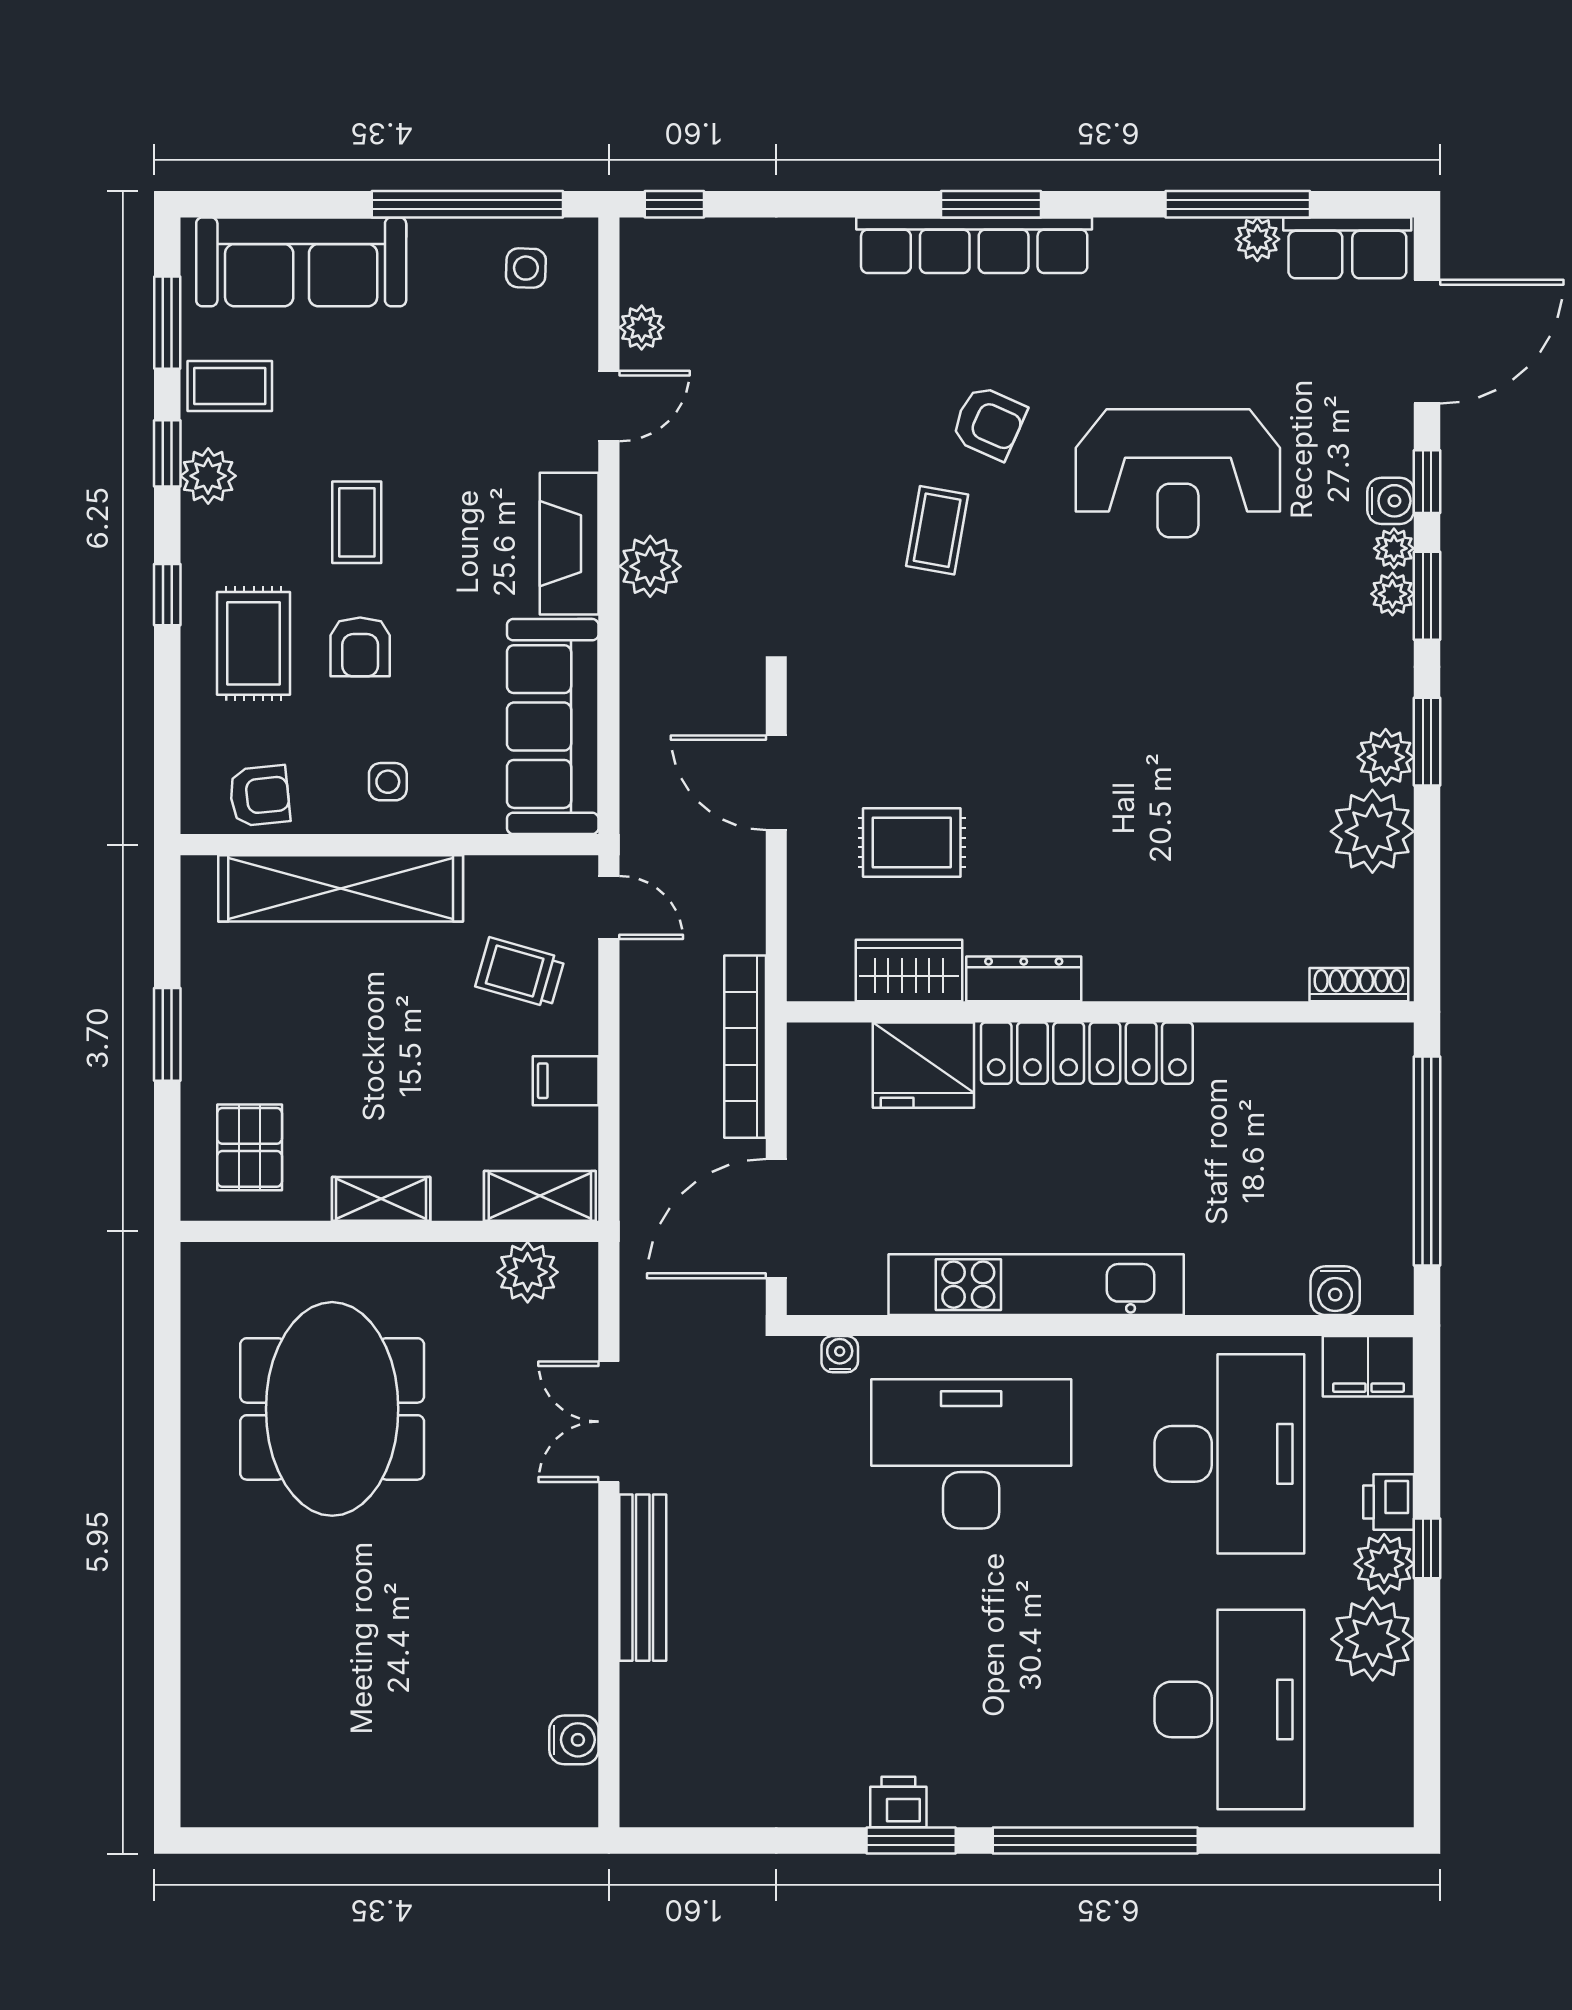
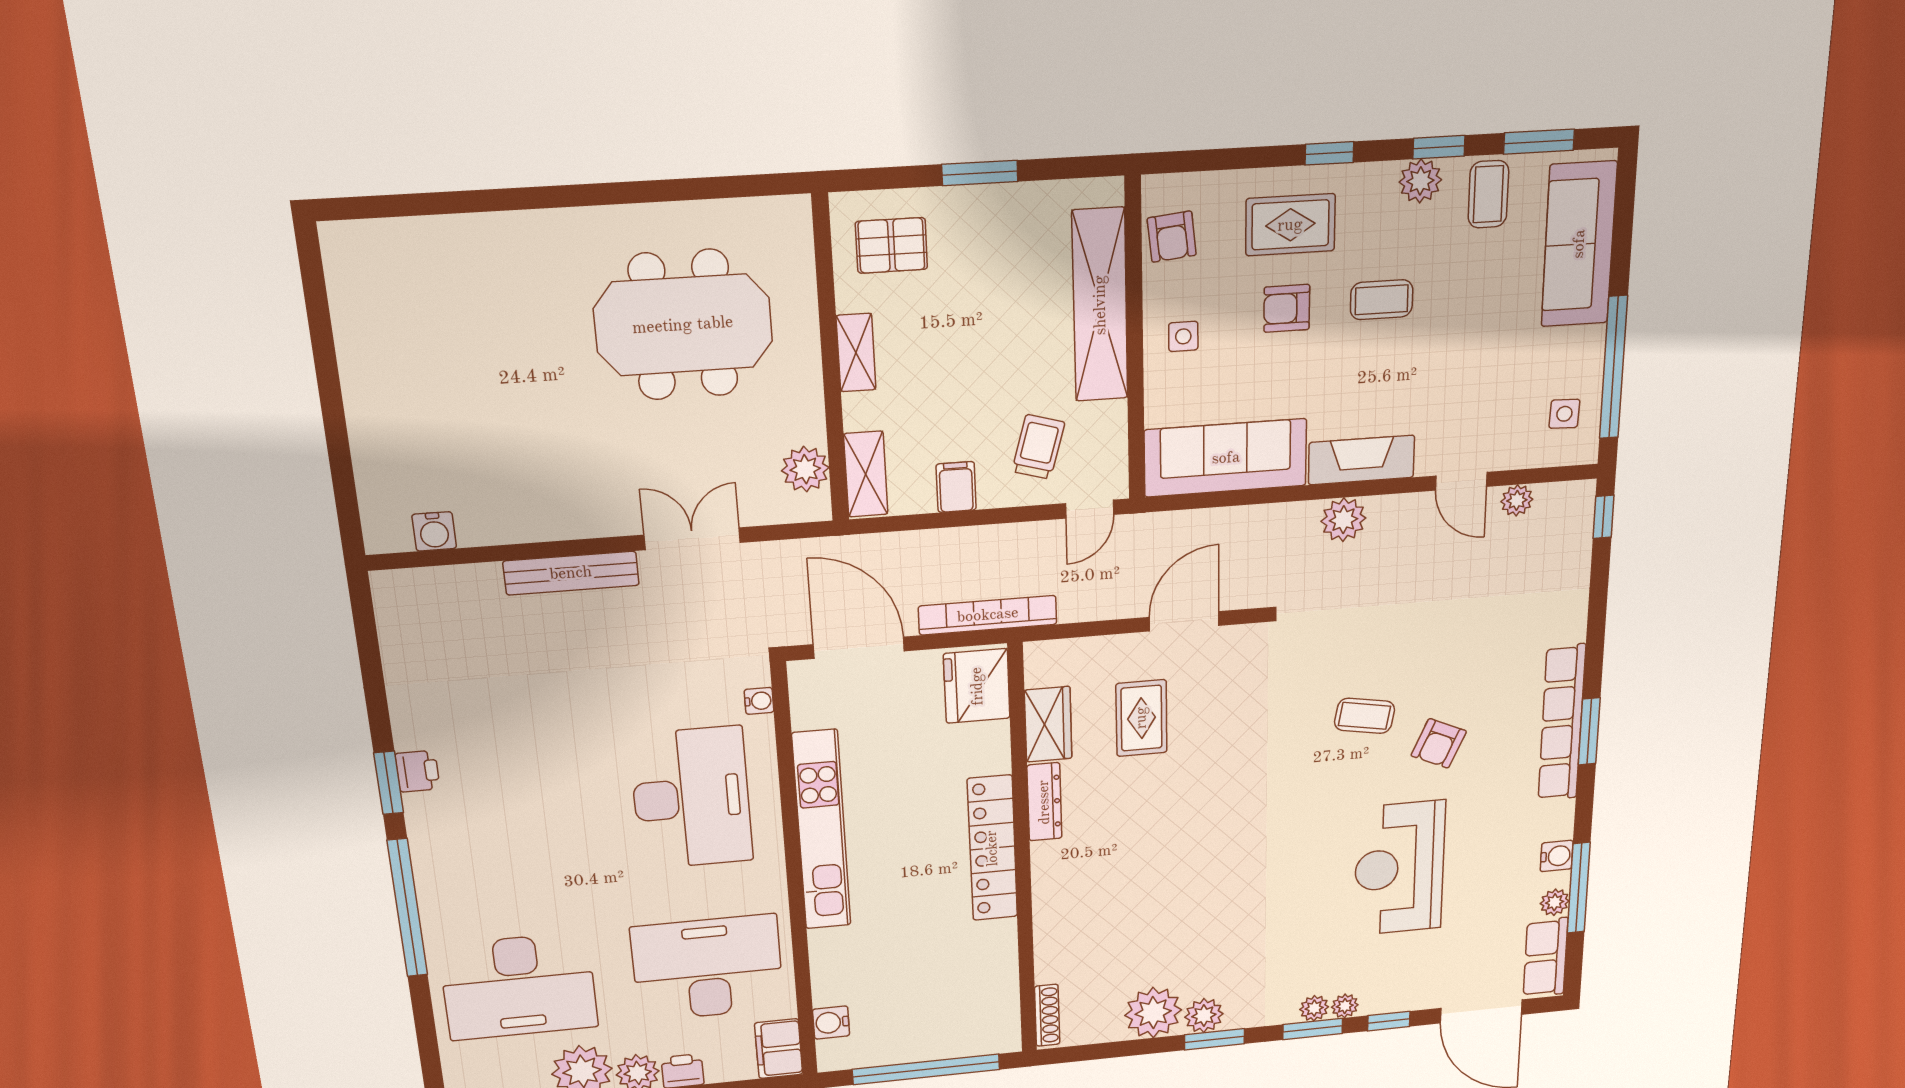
water cooler: (1391, 501) -> (1557, 856), moved, turned -90
fridge: (923, 1065) -> (977, 686), moved
desk: (1229, 1454) -> (708, 968), turned 180

